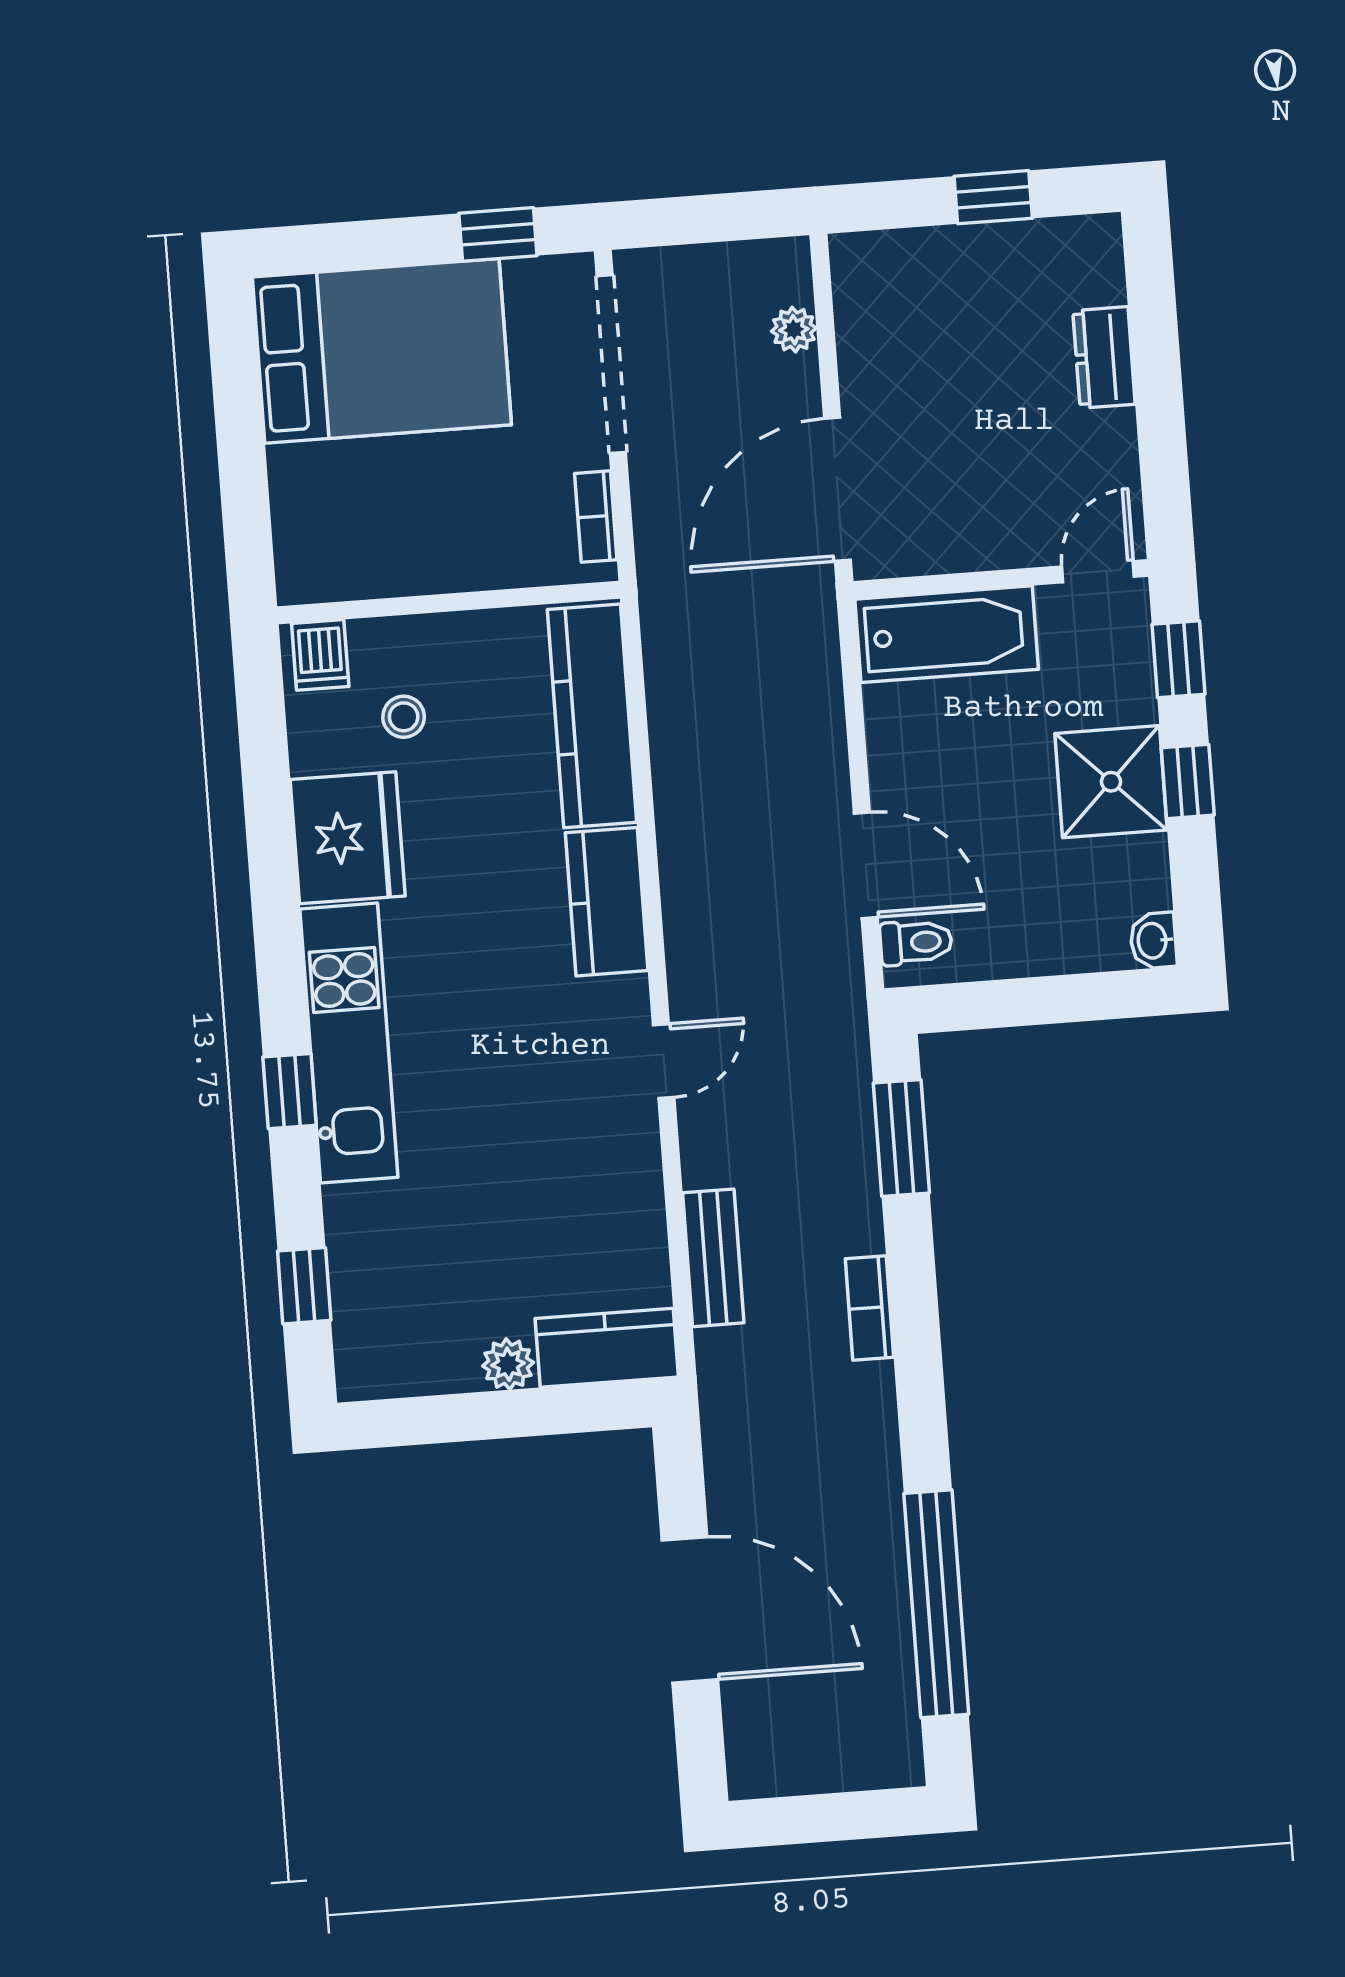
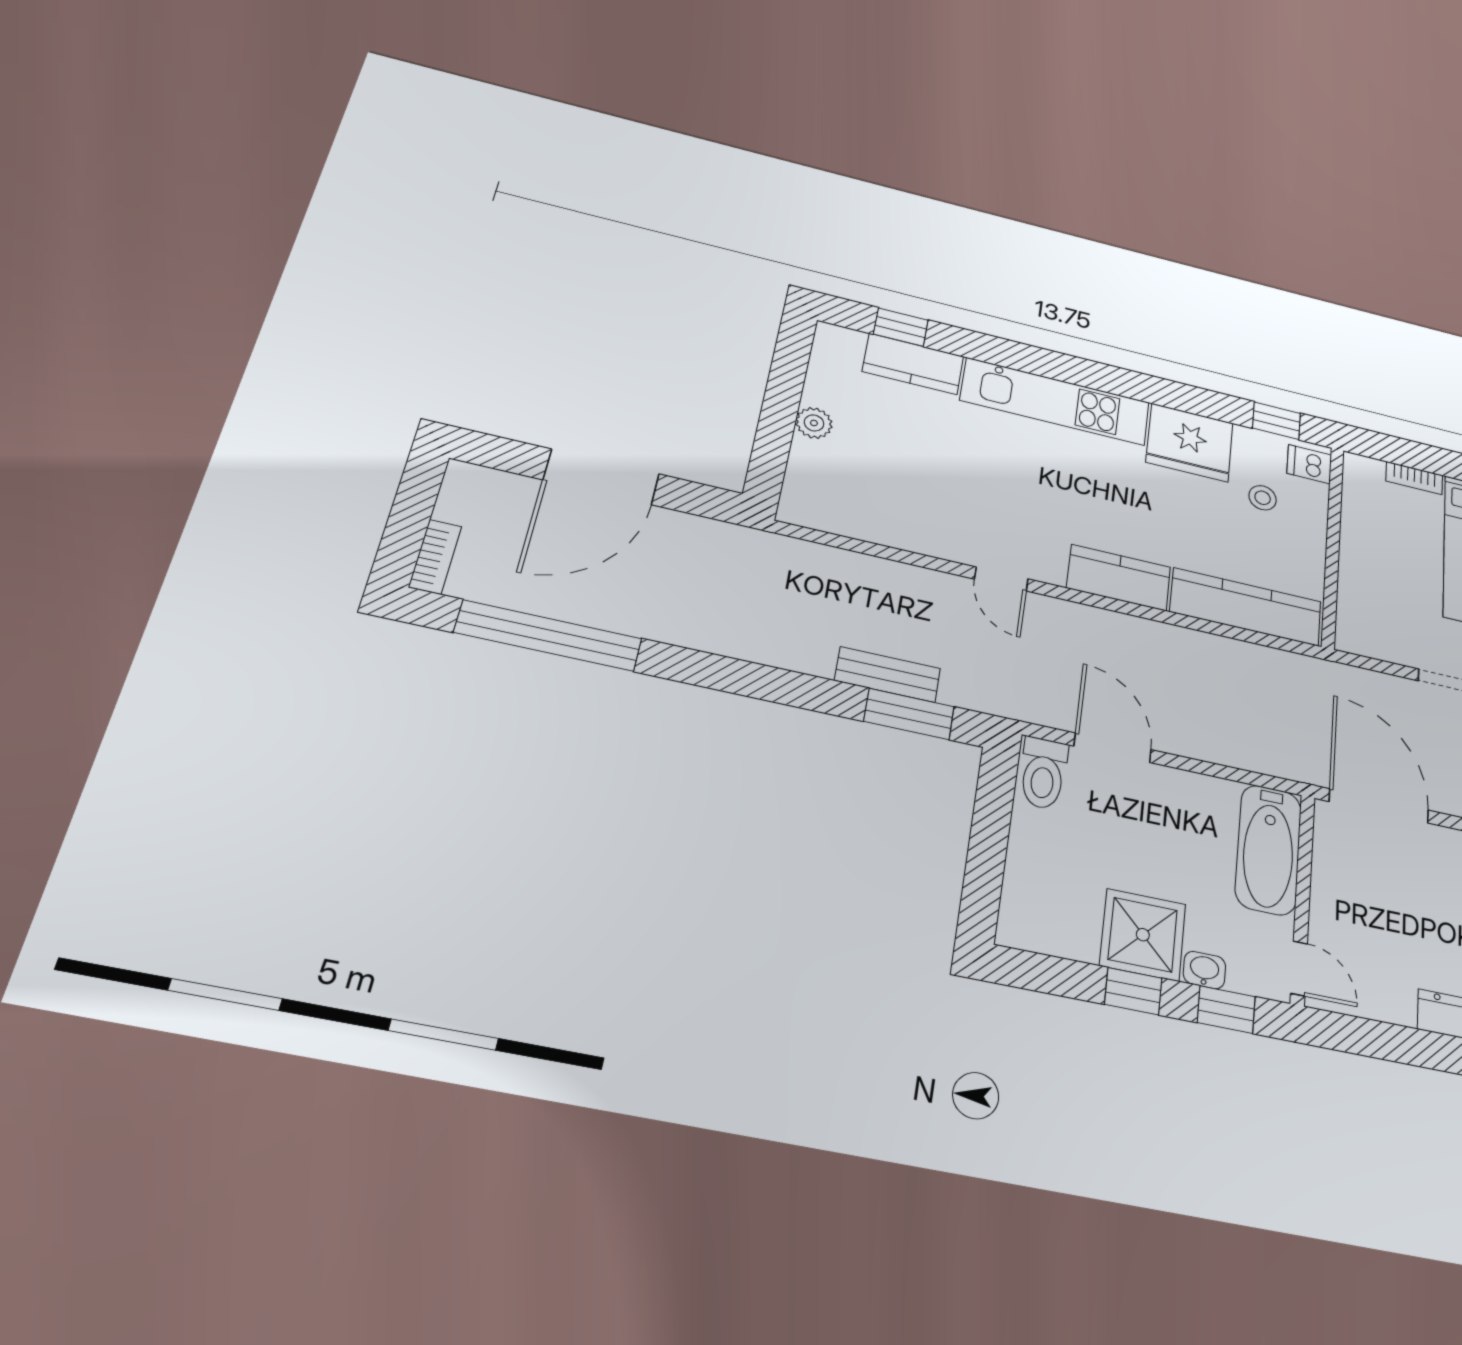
bookcase: (596, 517) -> (1414, 478), moved, turned 180
door: (866, 865) -> (1113, 748), swing flipped
washbasin: (1153, 941) -> (1204, 970), moved
toilet: (916, 942) -> (1043, 773), width x1.37, depth x1.39
window: (290, 1091) -> (1276, 421), moved
bench: (713, 1258) -> (888, 675), moved
bookcase: (870, 1308) -> (435, 557), moved, turned 90
kitchen counter: (607, 1348) -> (913, 364), moved, turned 90

